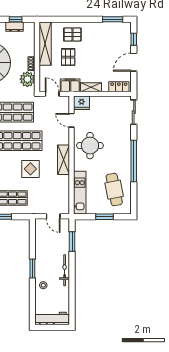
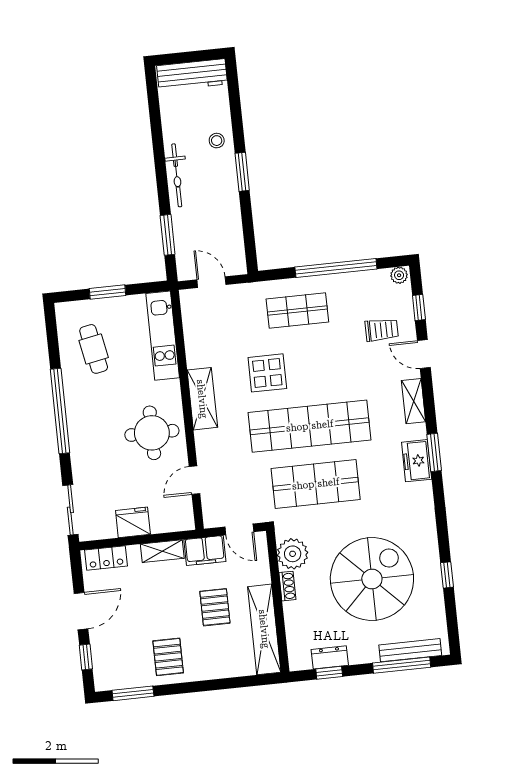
pallet: (72, 34) -> (168, 657), moved, turned 90
fridge: (82, 103) -> (133, 522), moved
door: (72, 120) -> (194, 480), swing flipped
cafe table: (114, 190) -> (94, 349), width x0.73, depth x0.74

